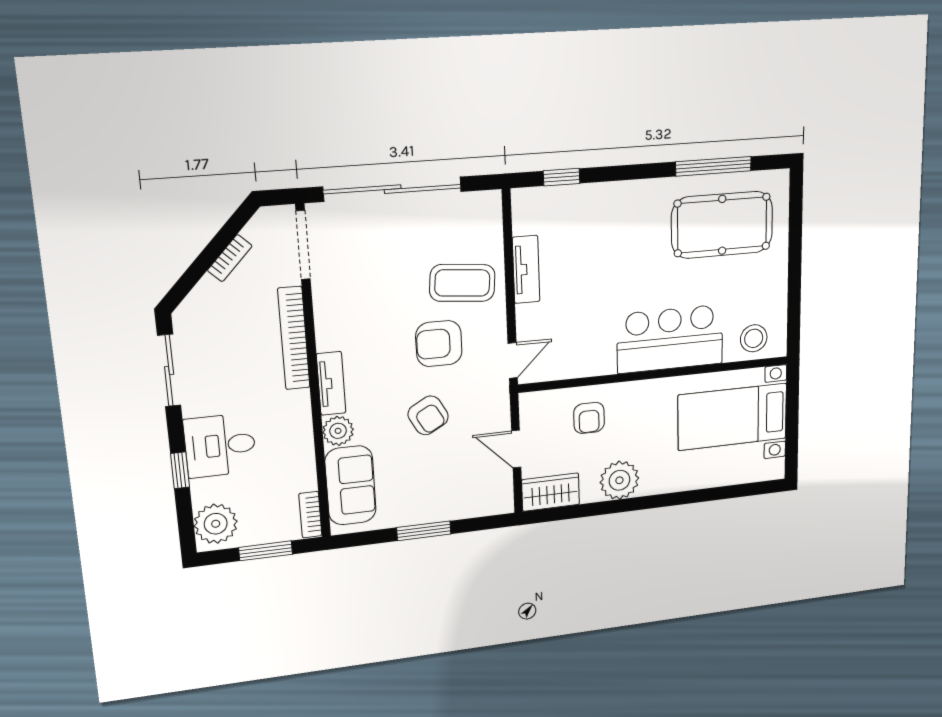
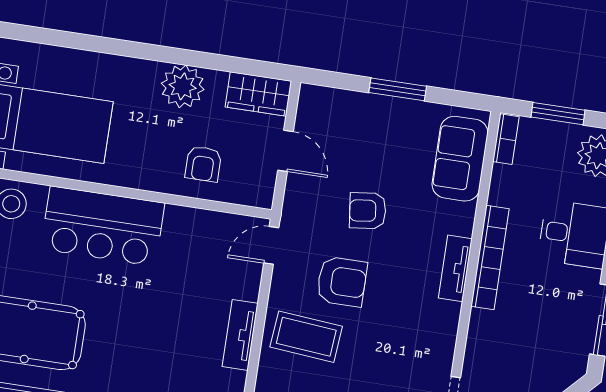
bookcase: (294, 338) -> (490, 258), moved
armchair: (428, 415) -> (368, 211), turned -68
armchair: (589, 418) -> (203, 164), turned 180
plant: (338, 431) -> (459, 219), removed

